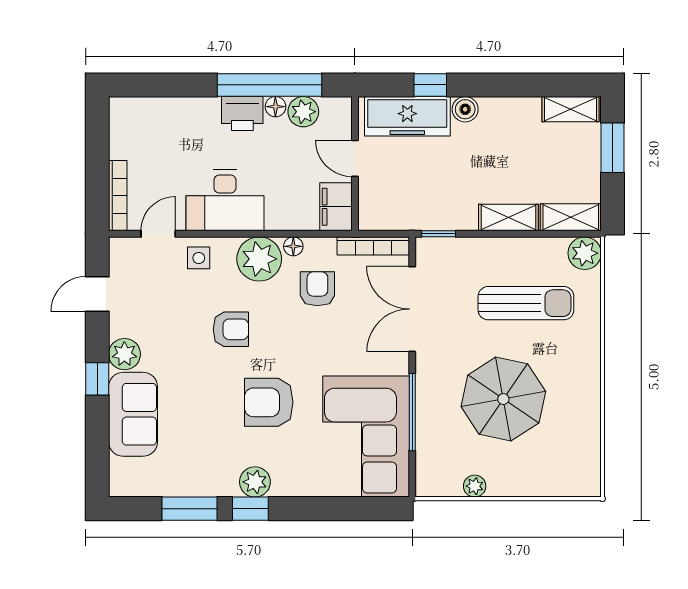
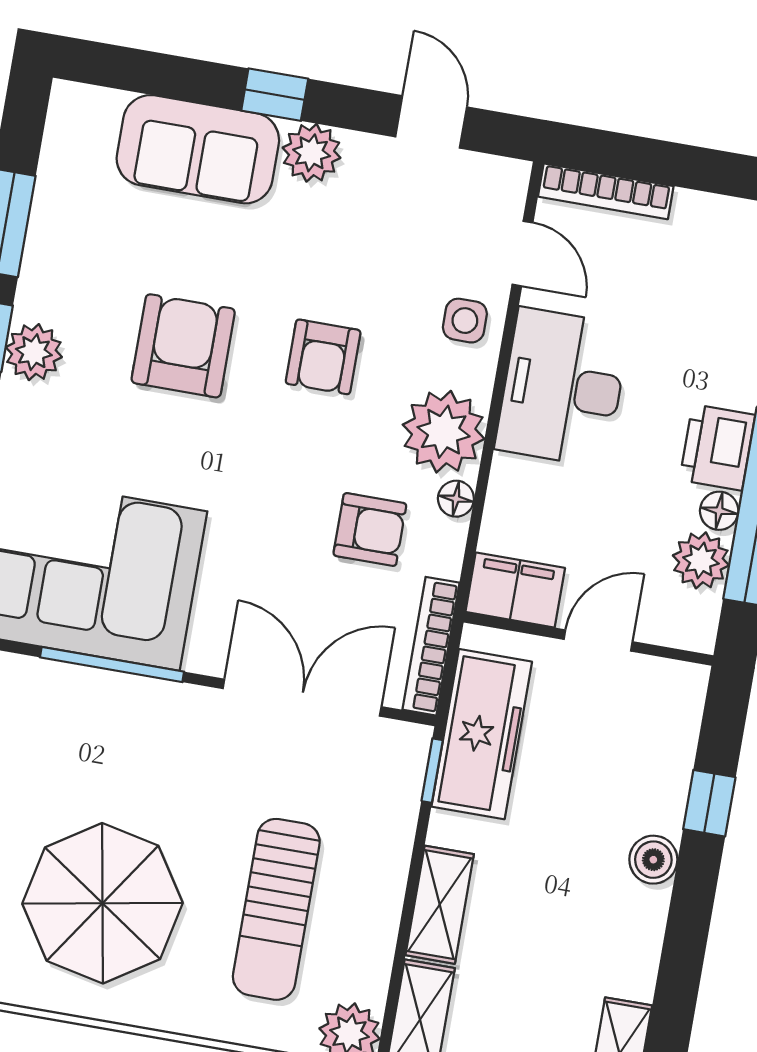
freezer: (407, 116) -> (482, 734), moved, turned 180
parasol: (503, 399) -> (103, 903), moved
armchair: (269, 402) -> (183, 346), moved

